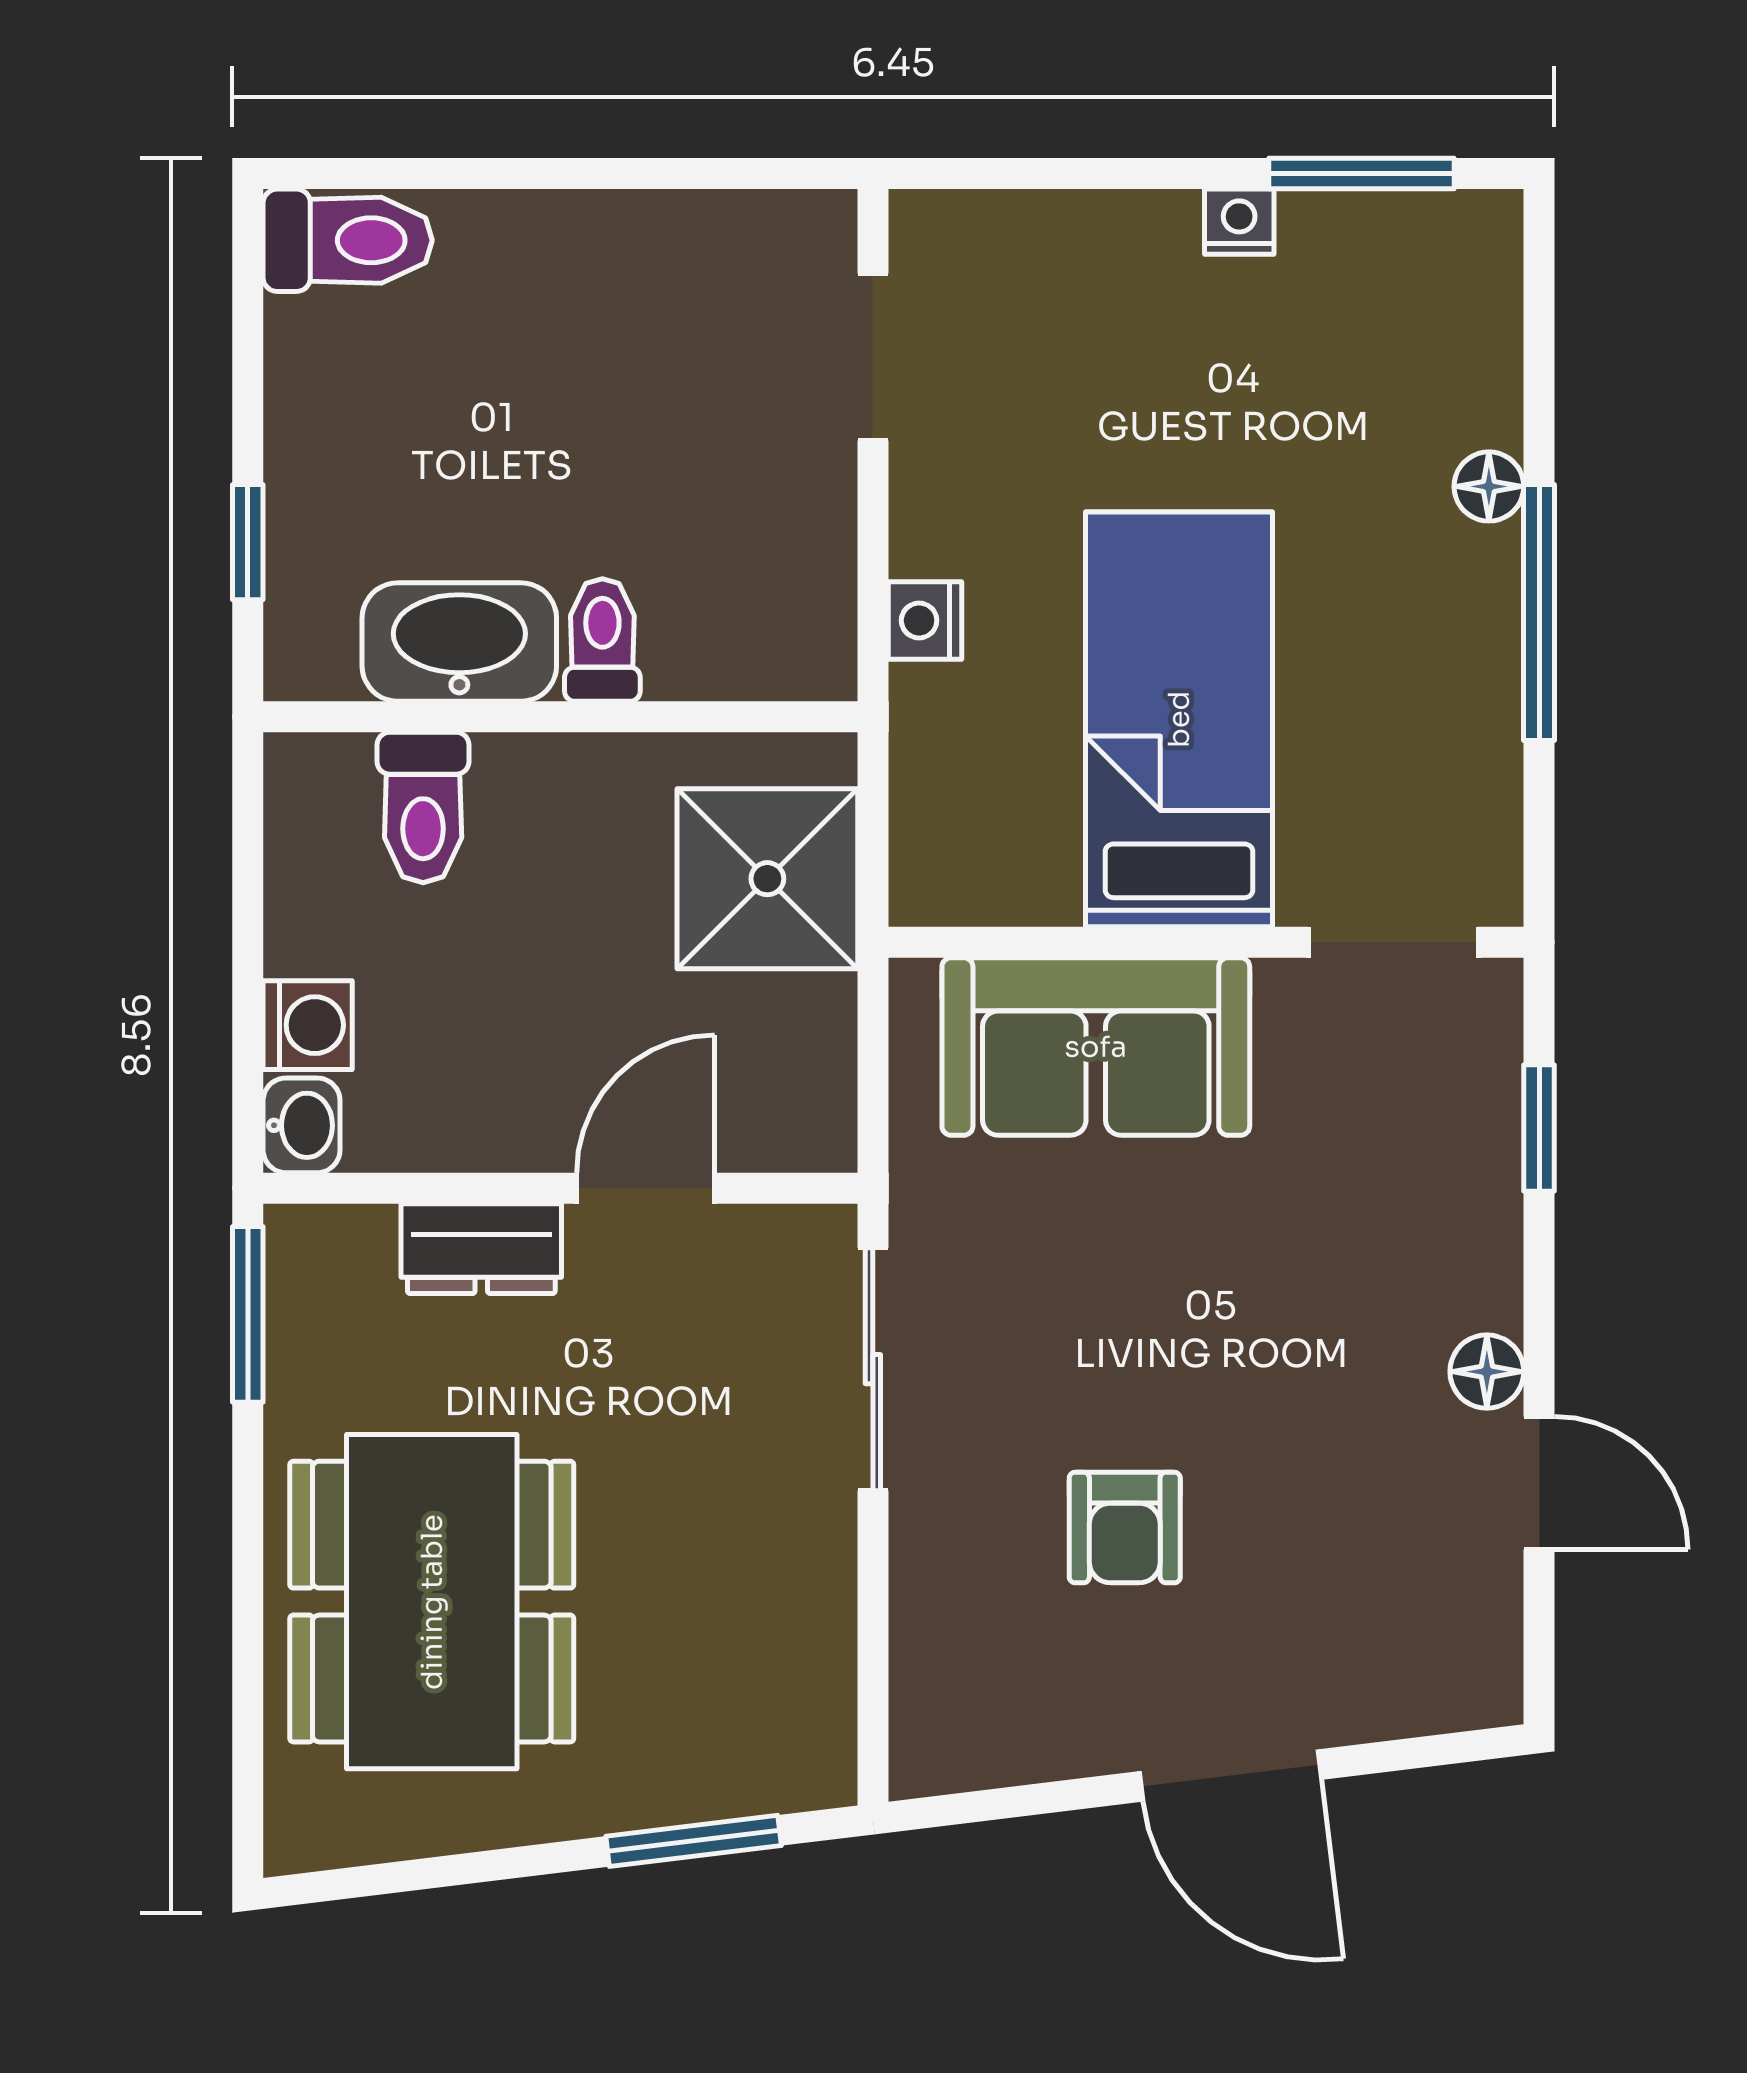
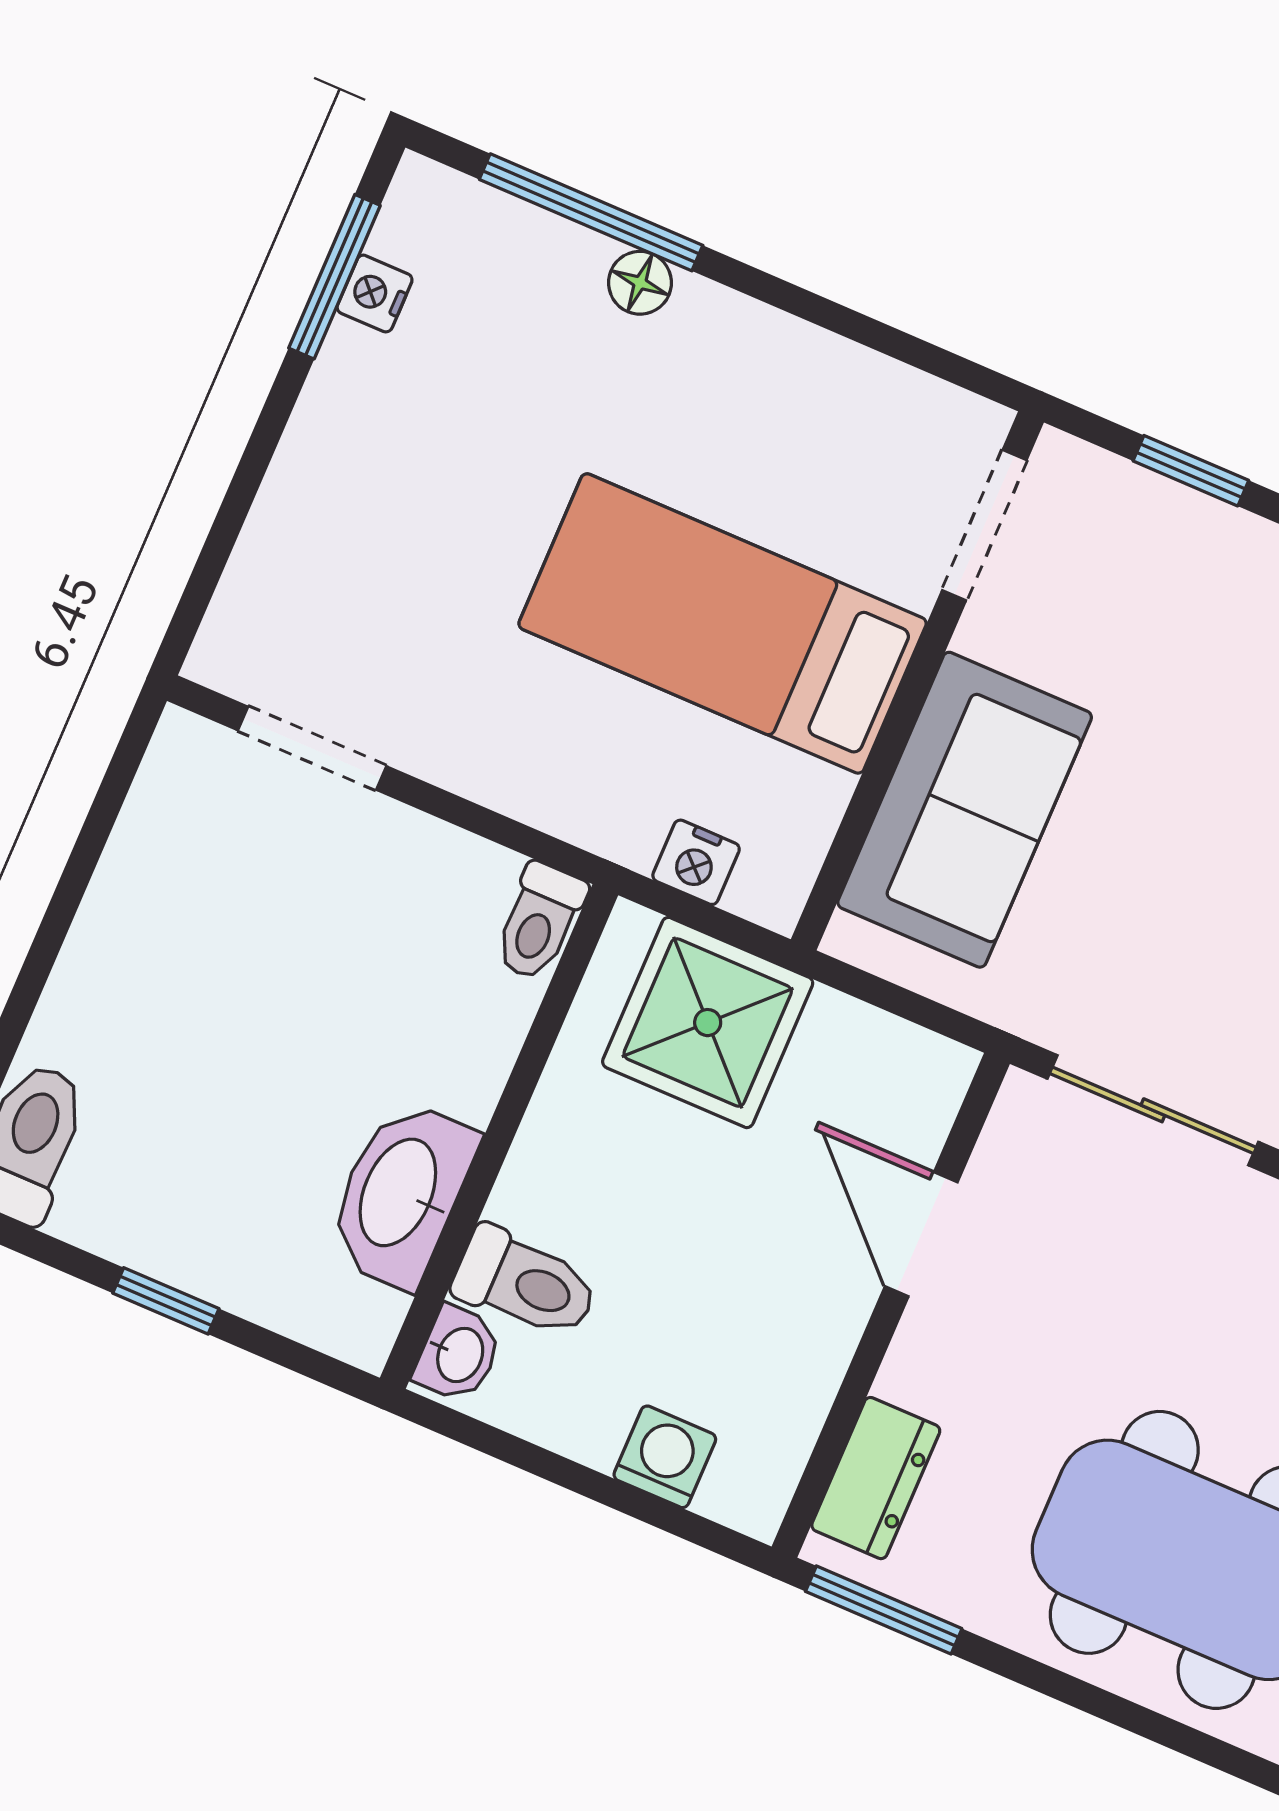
nightstand: (1239, 222) -> (375, 294), moved
window: (248, 542) -> (166, 1301), moved
window: (1539, 612) -> (591, 212), moved
nightstand: (925, 620) -> (696, 862), moved
toilet: (602, 640) -> (539, 922), moved, turned -90
washbasin: (302, 1125) -> (458, 1354), moved, turned 90
dresser: (481, 1249) -> (876, 1478), moved

